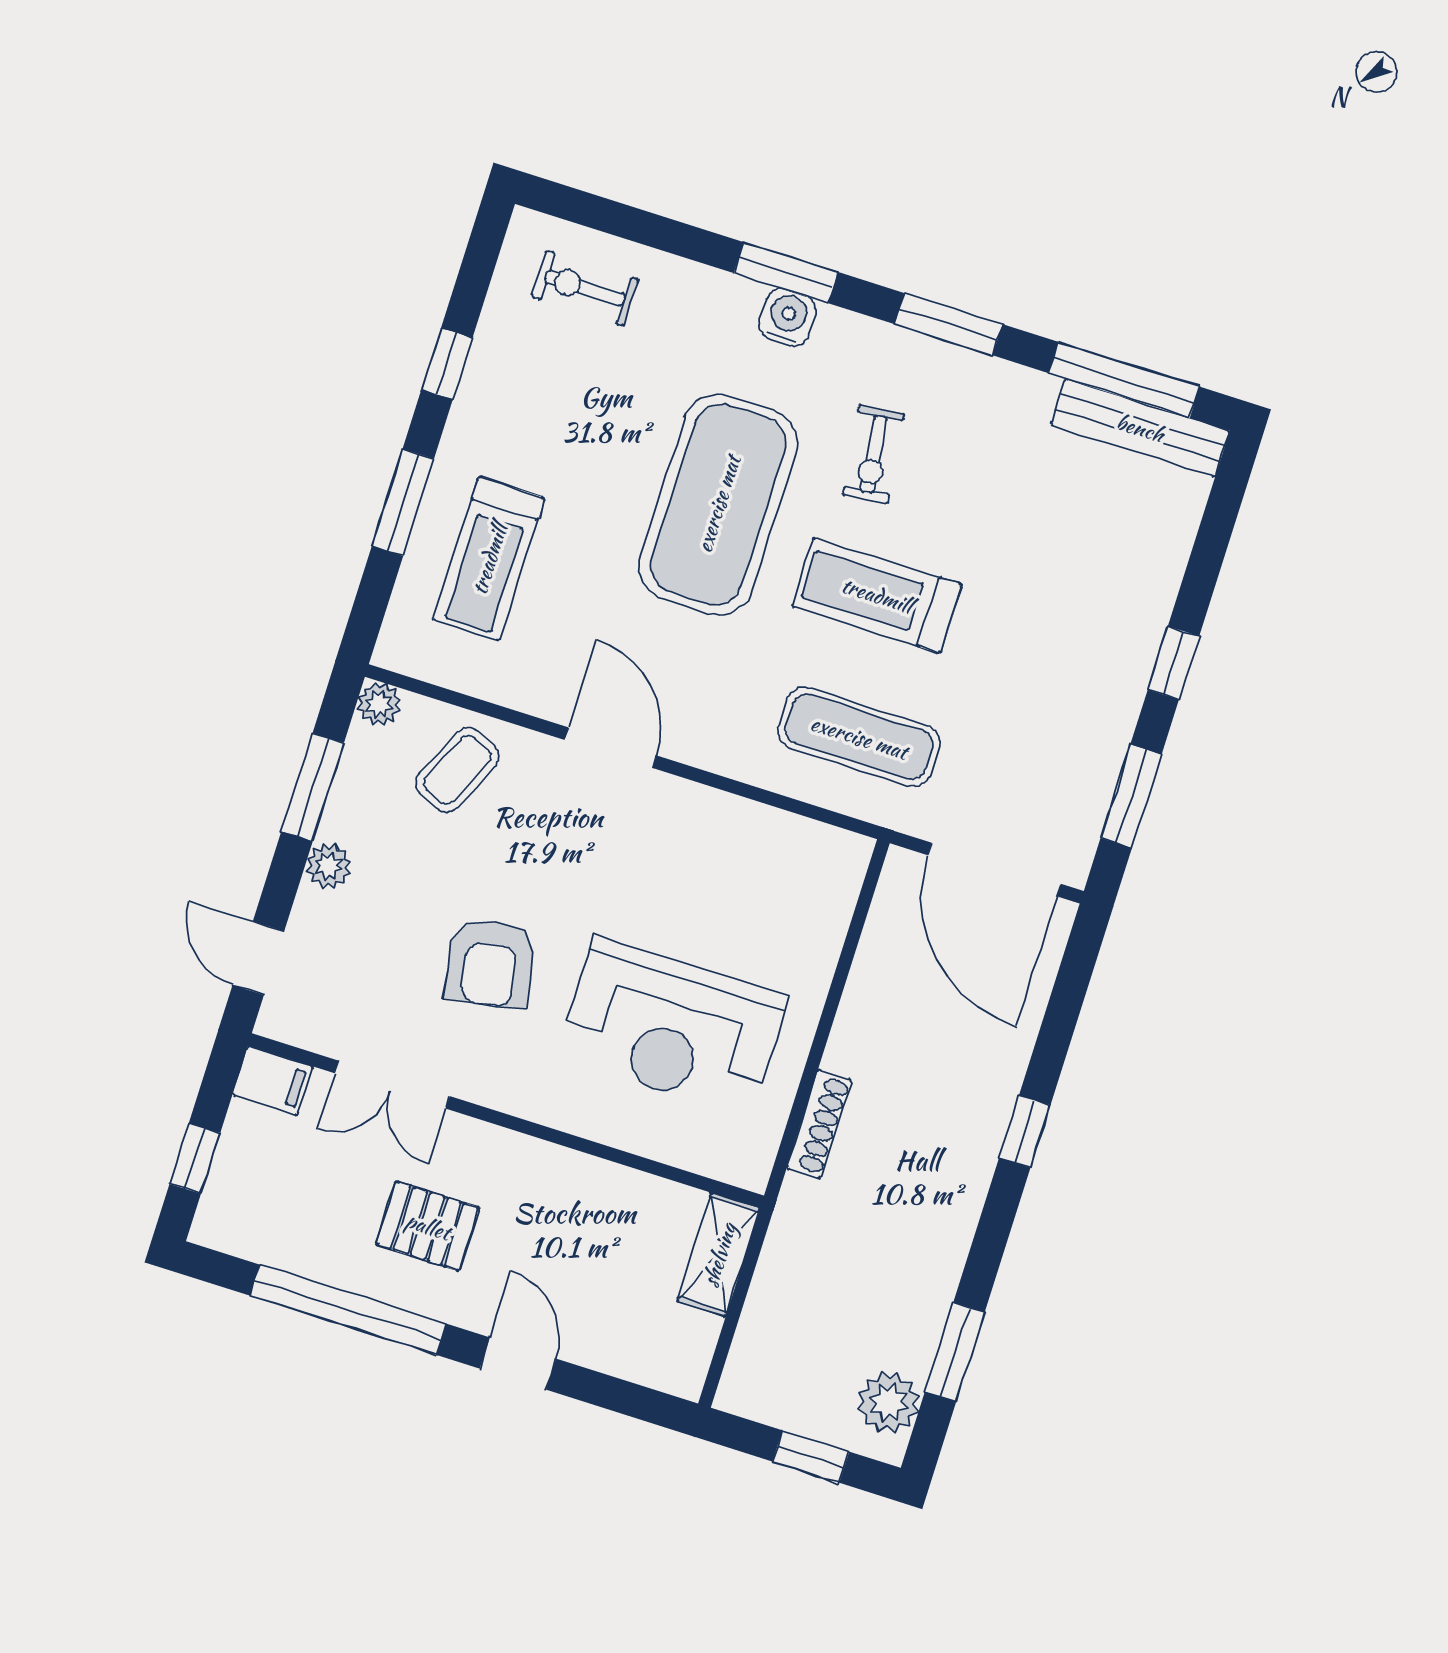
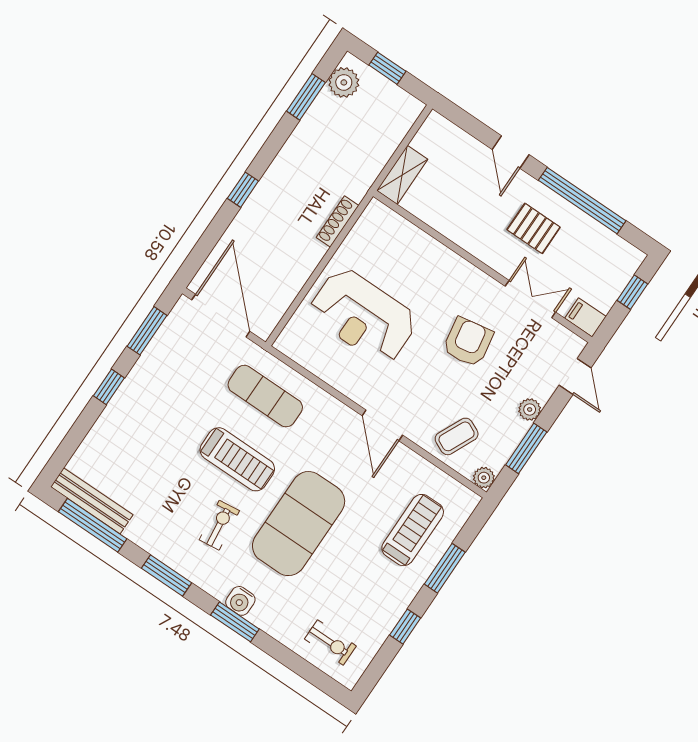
reception desk: (672, 1027) -> (363, 316), moved, turned 180

